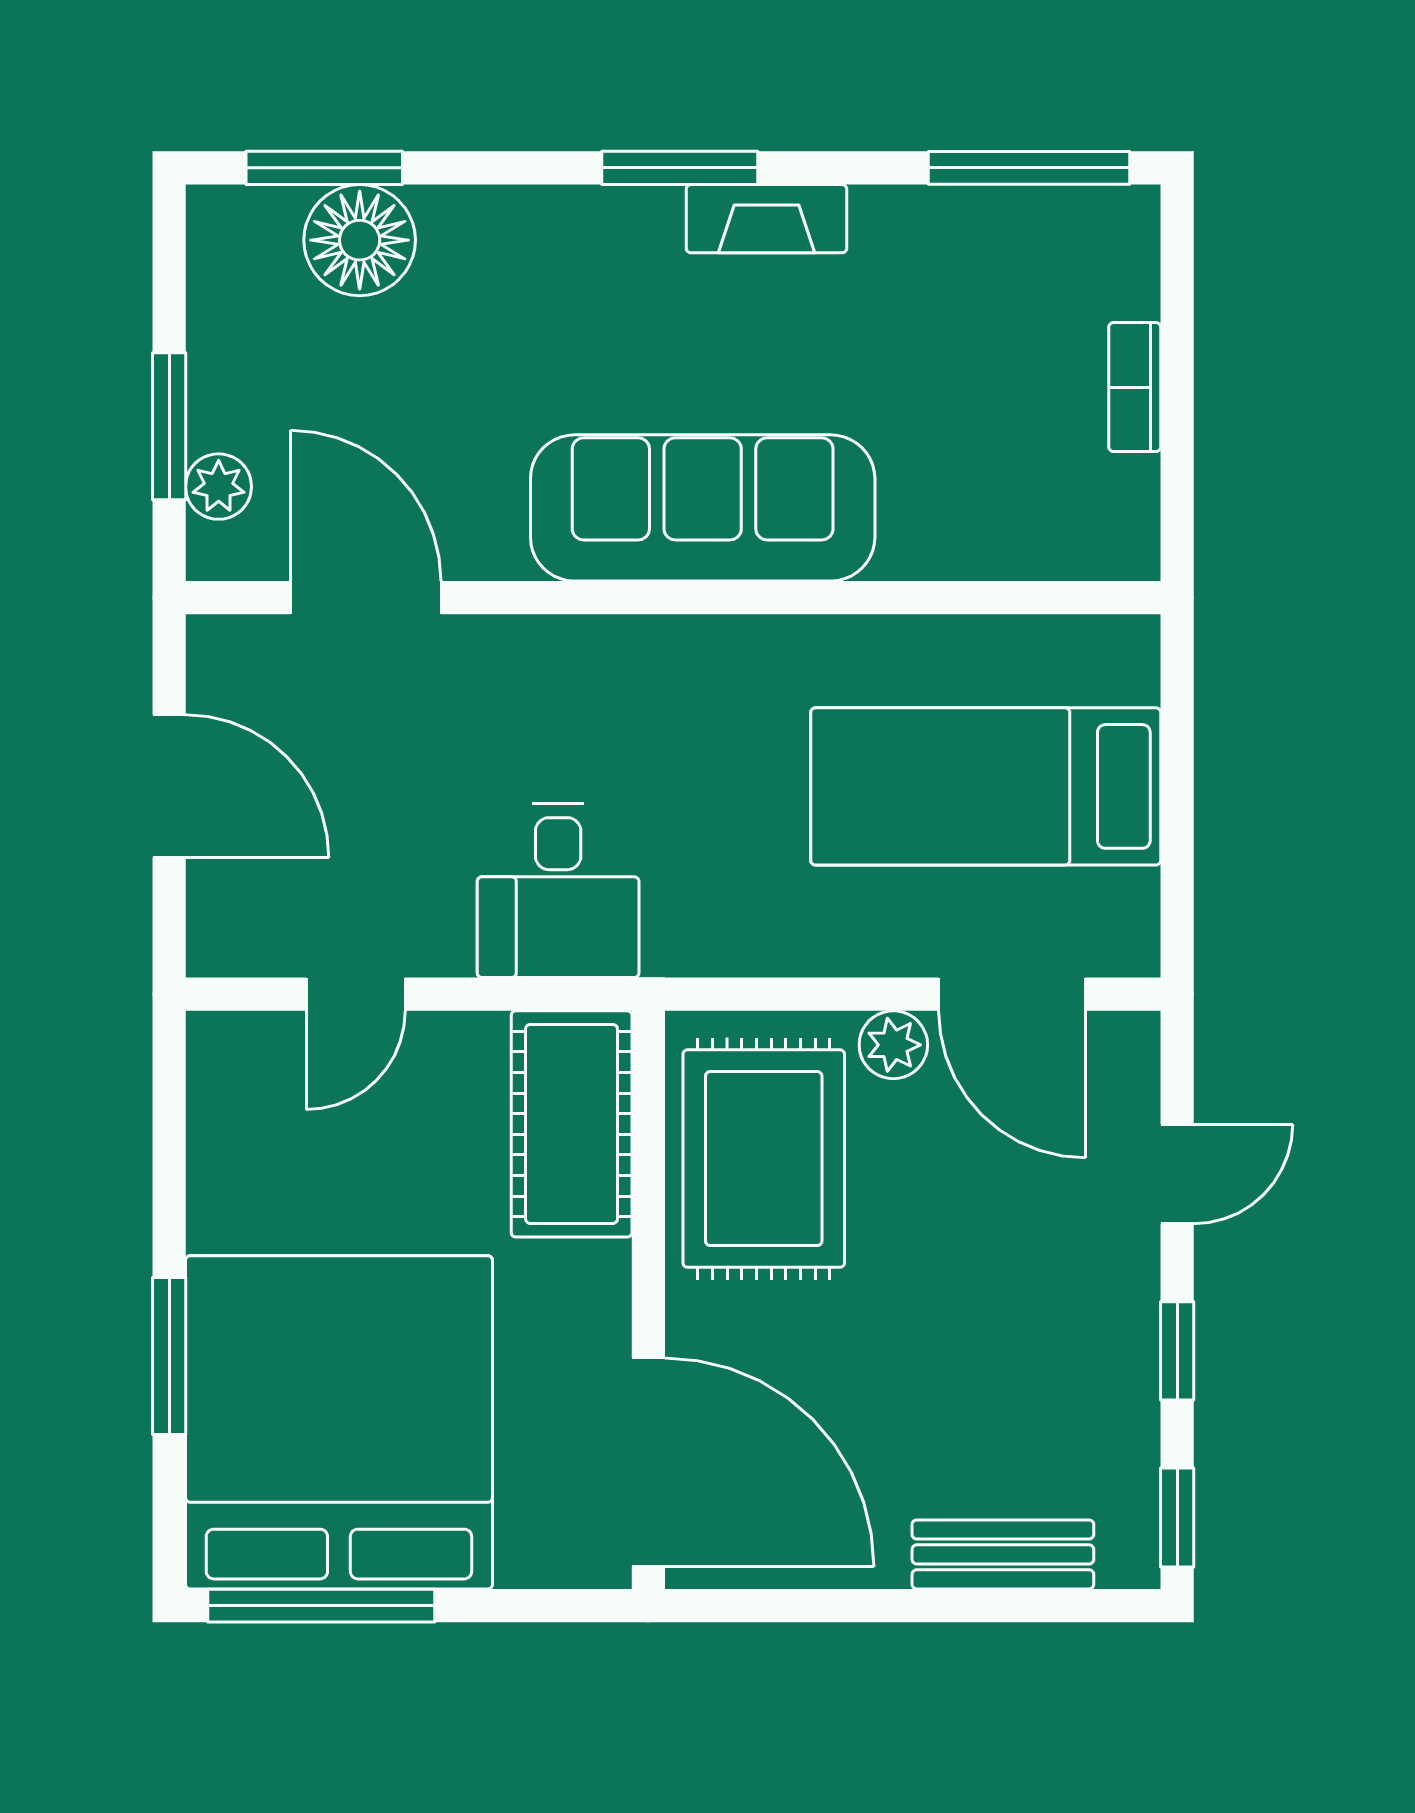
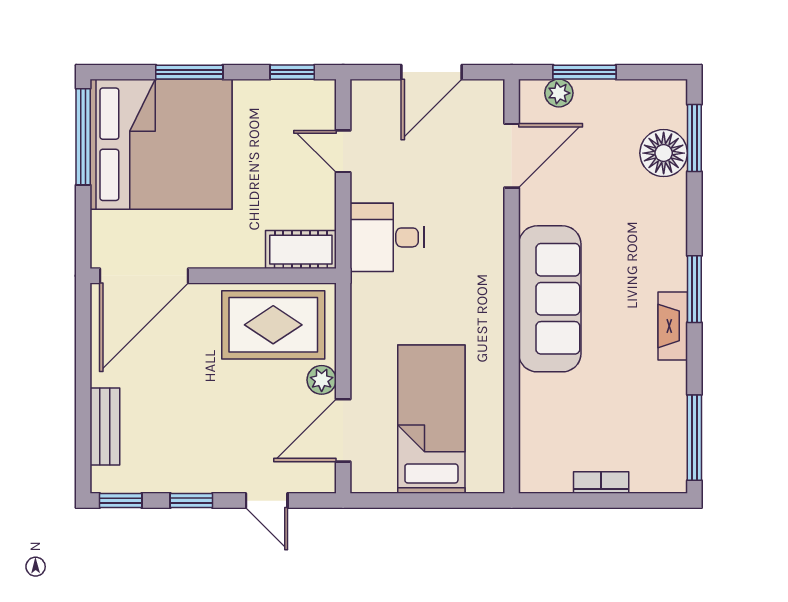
window: (169, 1114) -> (292, 72), added
cot: (572, 1124) -> (301, 250), width x0.73, depth x0.75

